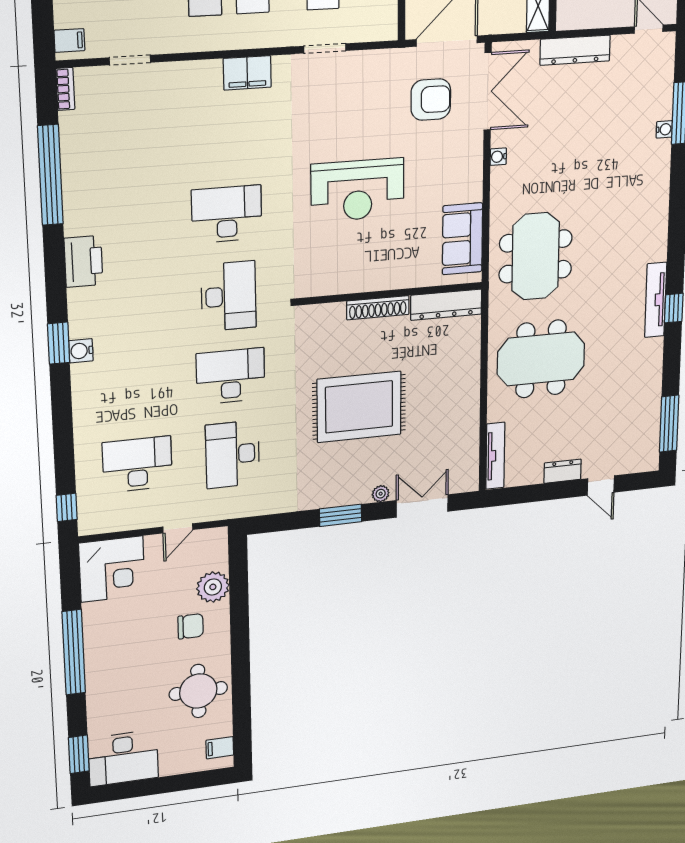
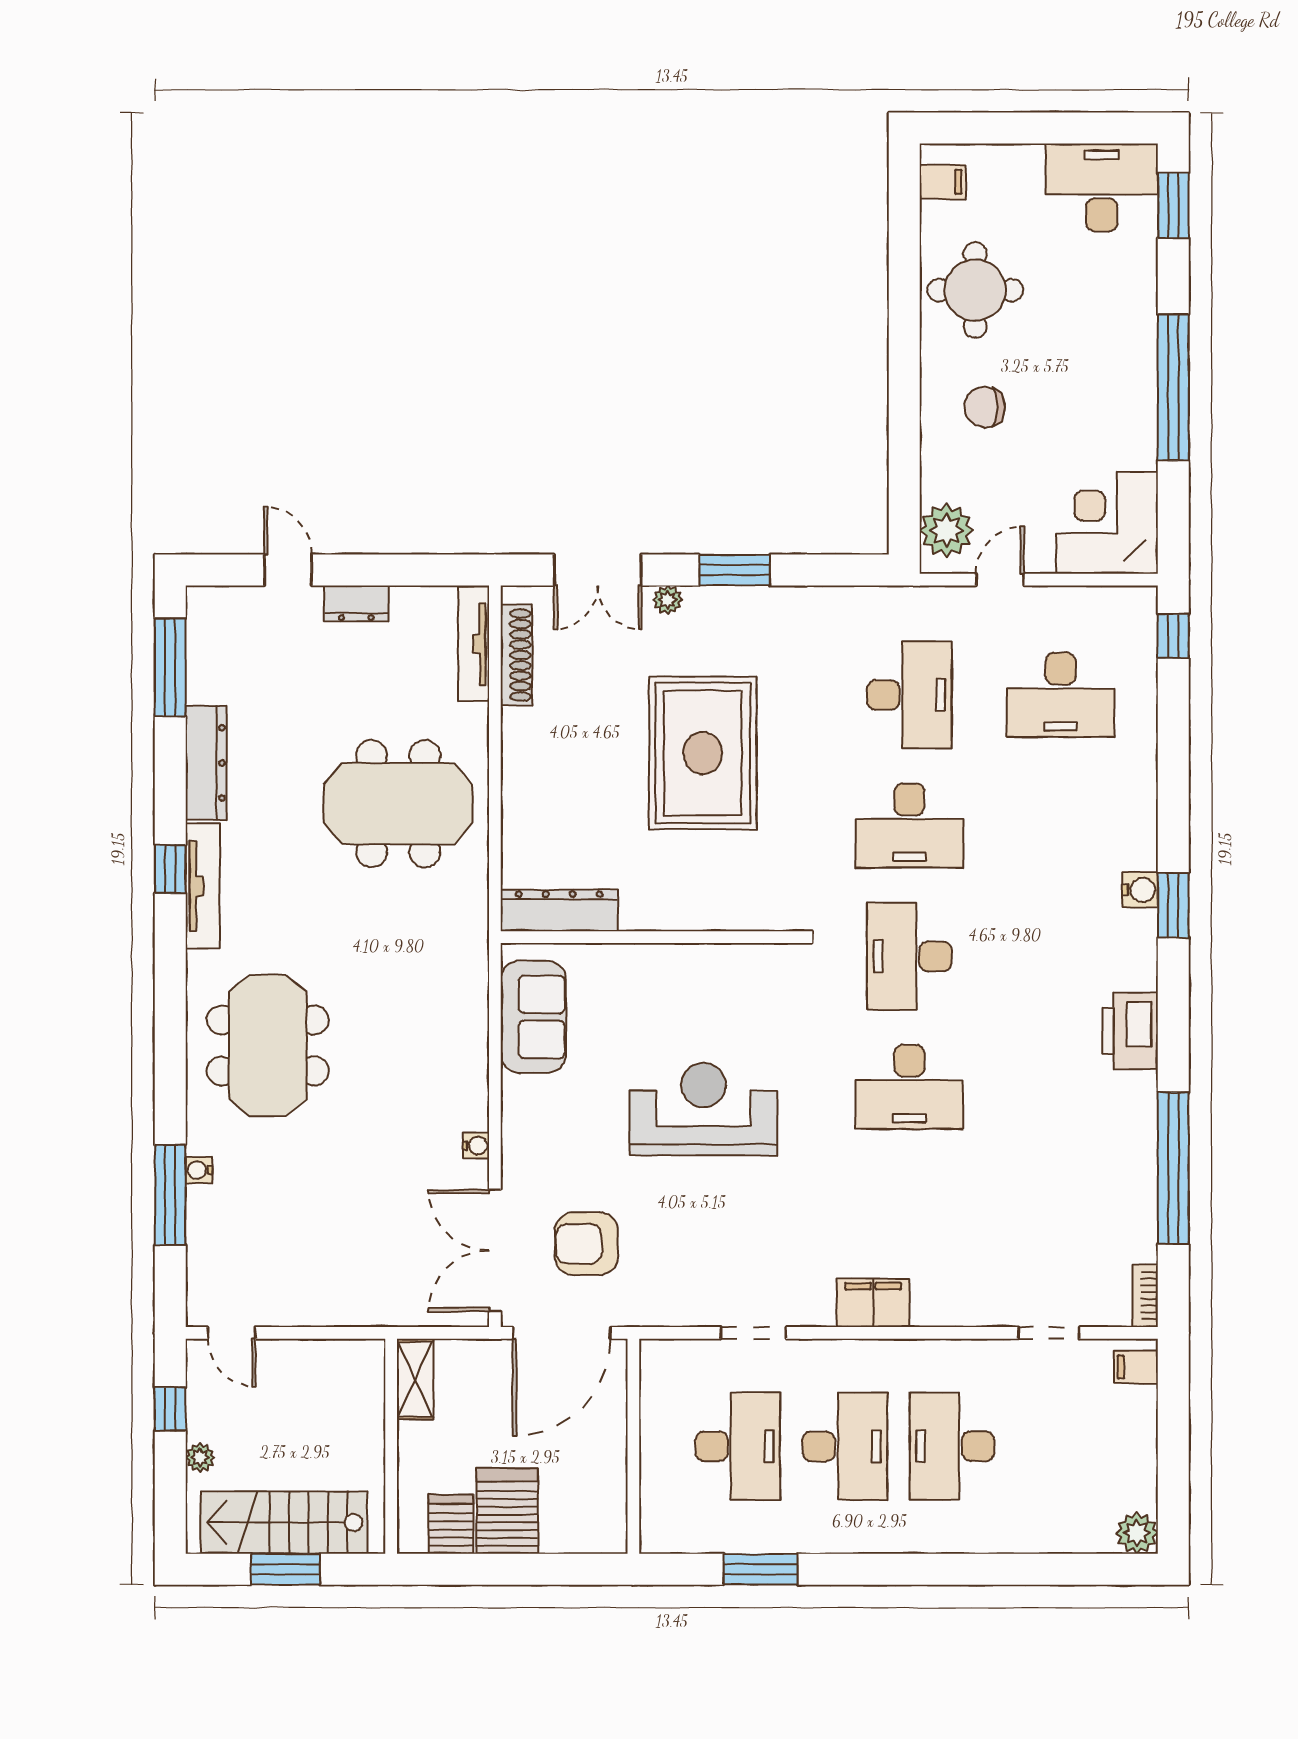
dresser: (575, 50) -> (206, 763), moved, turned 90
meeting table: (536, 256) -> (268, 1046), moved
shoe rack: (378, 308) -> (516, 655), moved, turned 90
rug: (359, 407) -> (703, 753), turned 90
plant: (213, 587) -> (946, 530), moved

